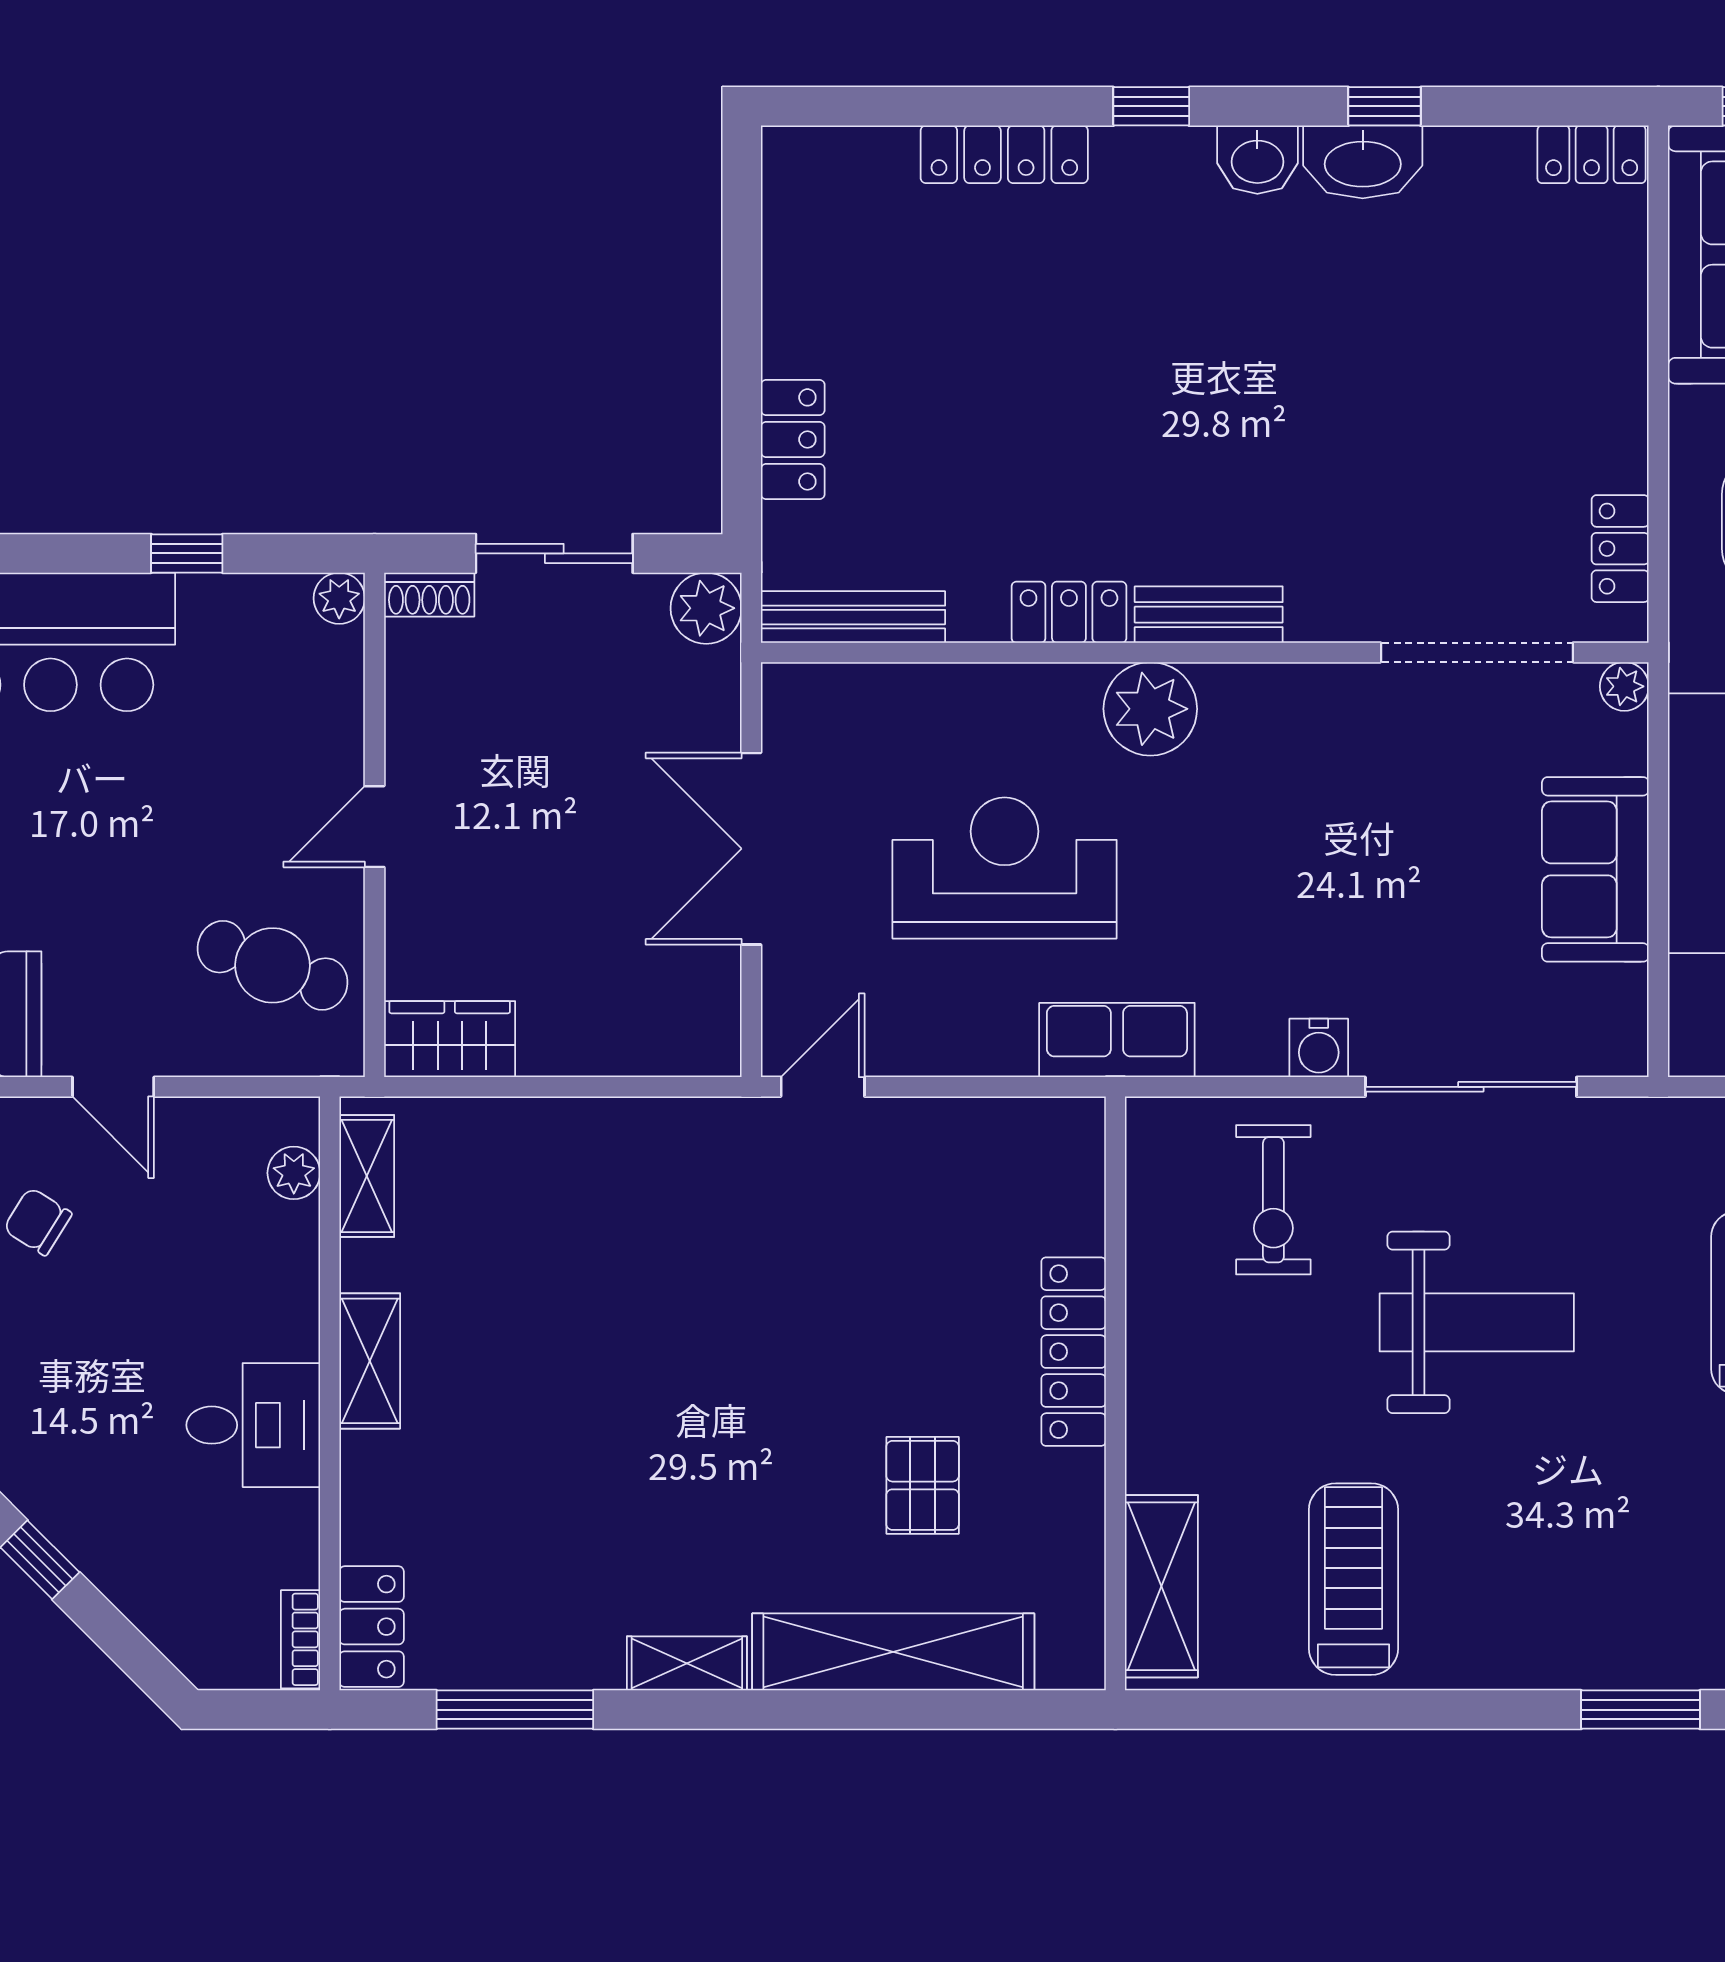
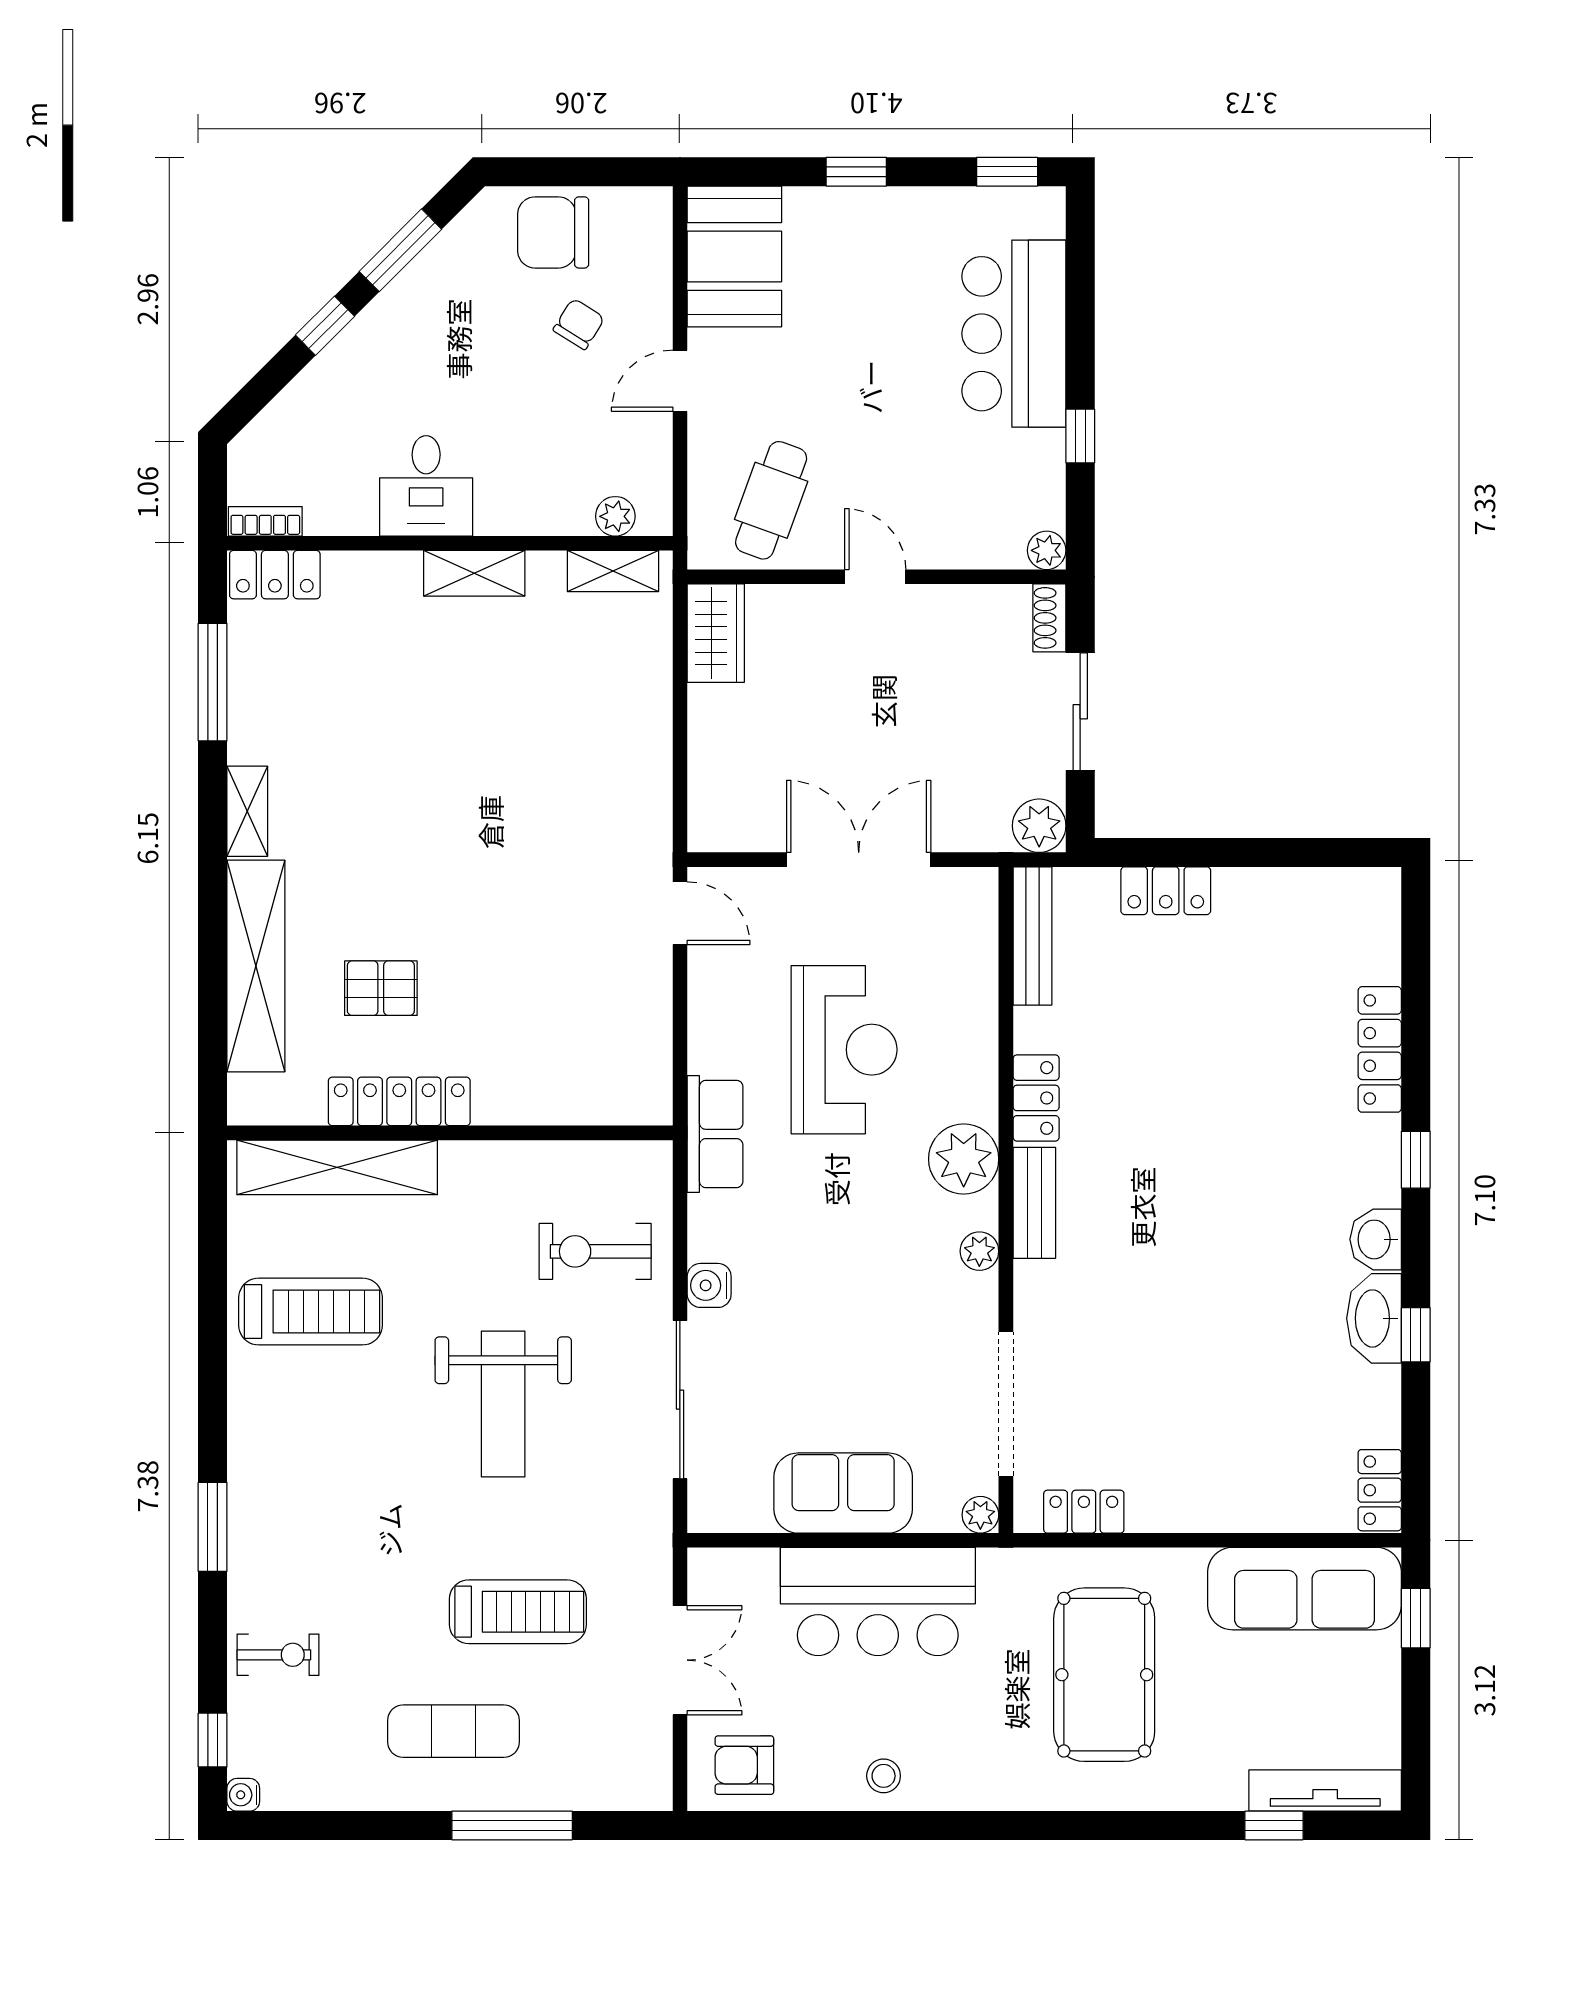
plant: (1273, 688) -> (979, 1251), added
locker: (1074, 1352) -> (399, 1101), moved
shelving: (1161, 1586) -> (337, 1167), width x1.47

